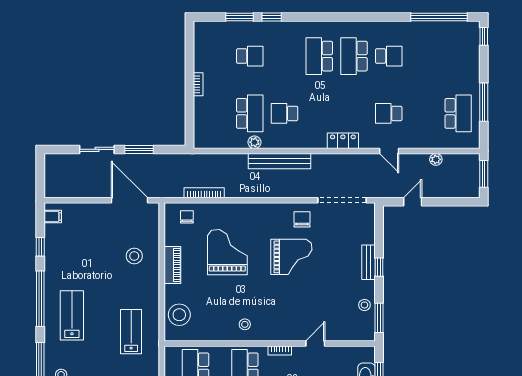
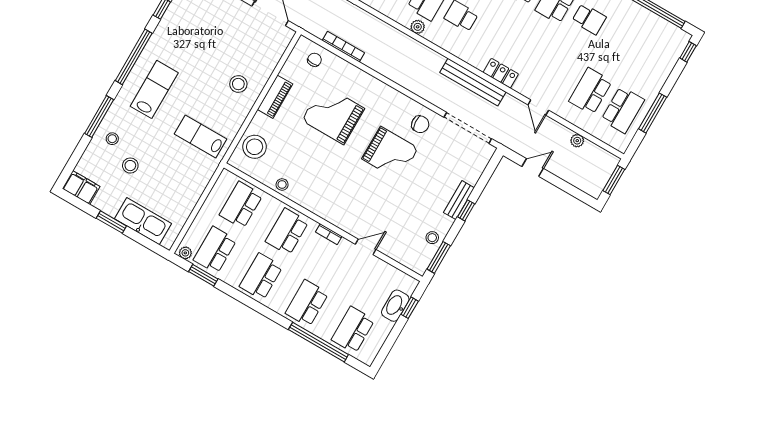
school desk: (389, 113) -> (590, 91), moved, width x1.85
bench: (280, 161) -> (473, 82), moved
chair: (302, 219) -> (420, 124), turned 85
grand piano: (227, 252) -> (333, 114), turned -90
stool: (134, 256) -> (238, 84), moved
stool: (245, 324) -> (282, 185), moved
lab bench: (131, 332) -> (201, 137), turned -90

